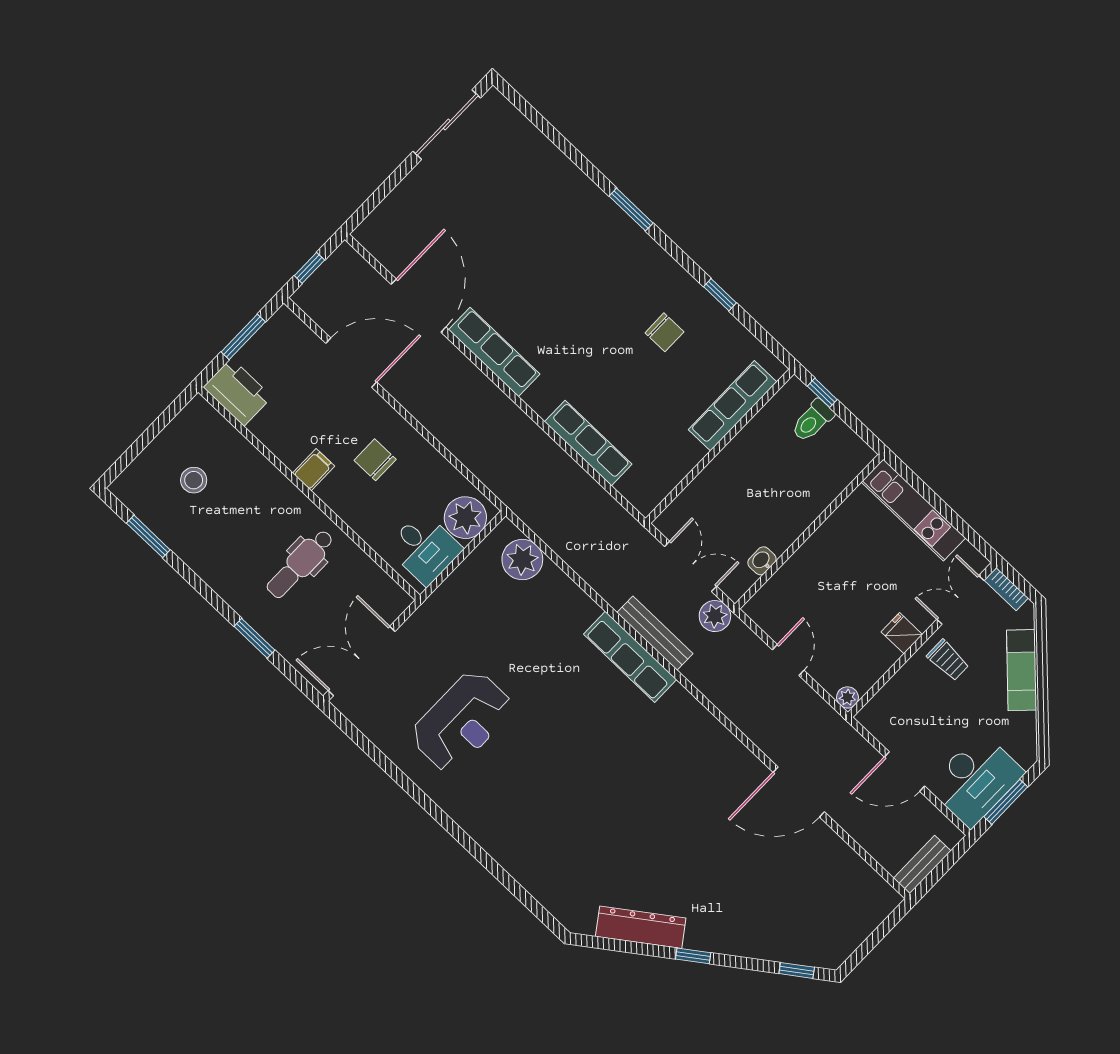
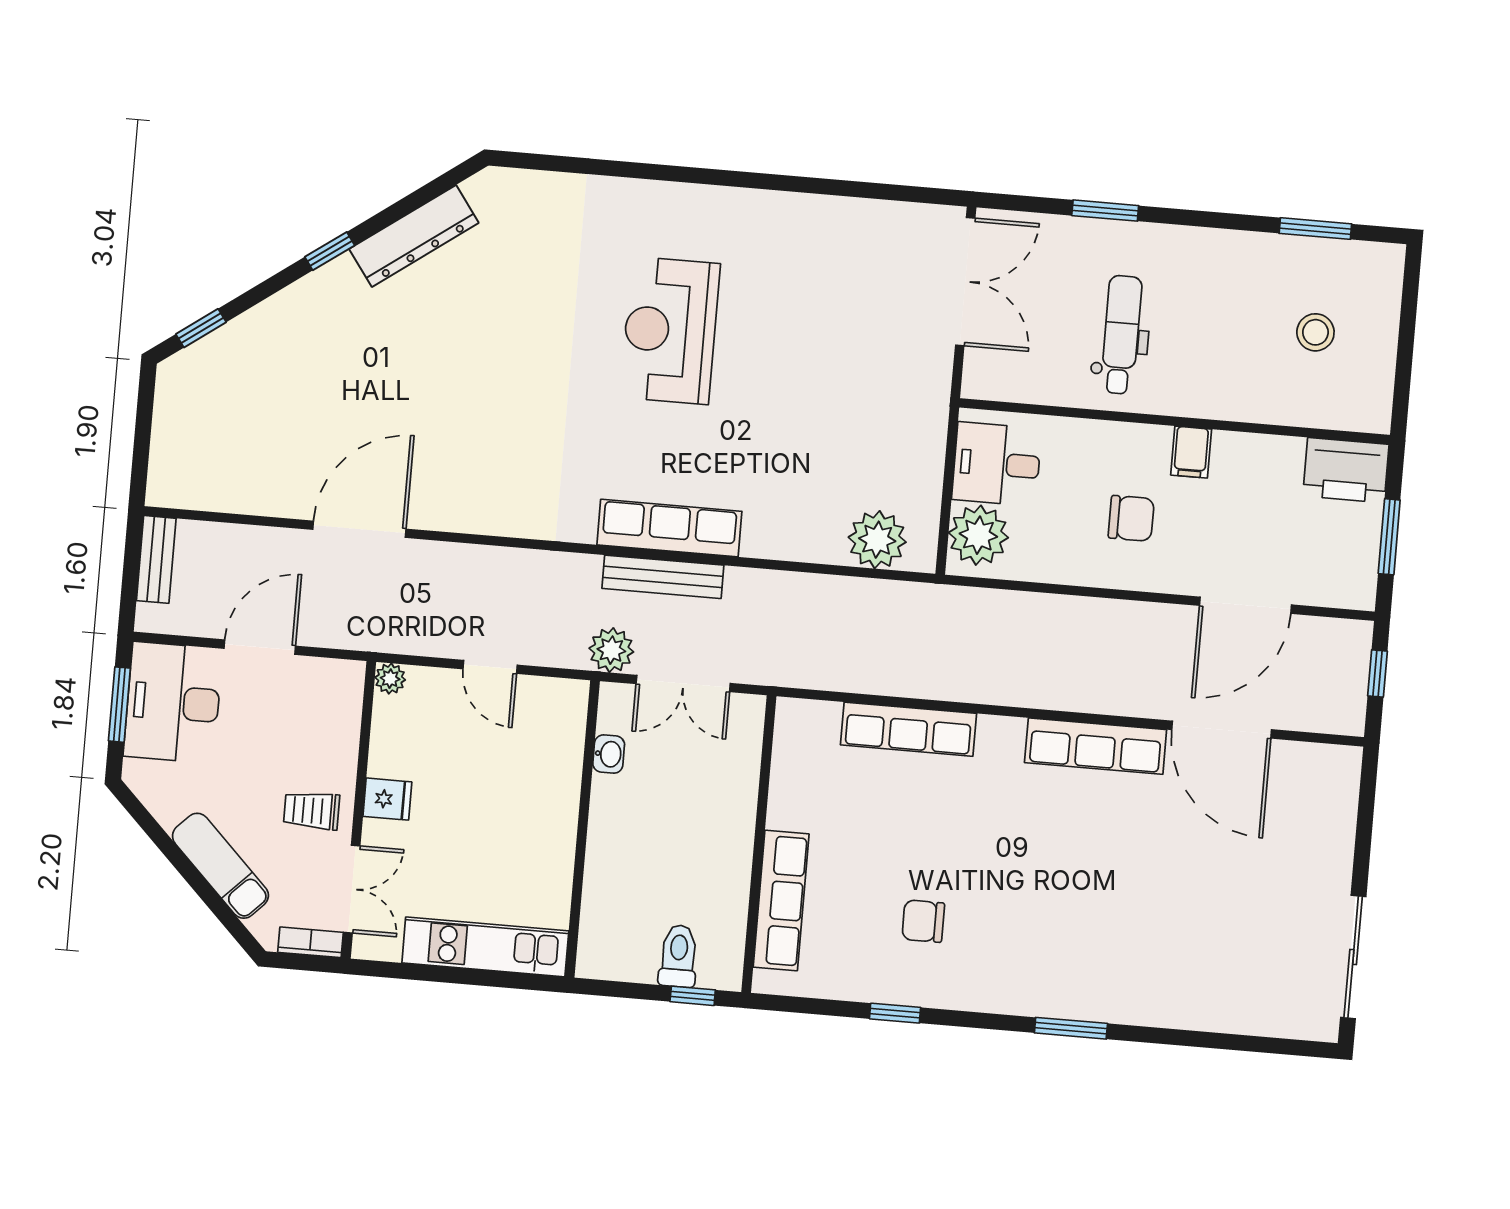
reception desk: (462, 721) -> (670, 330), moved

